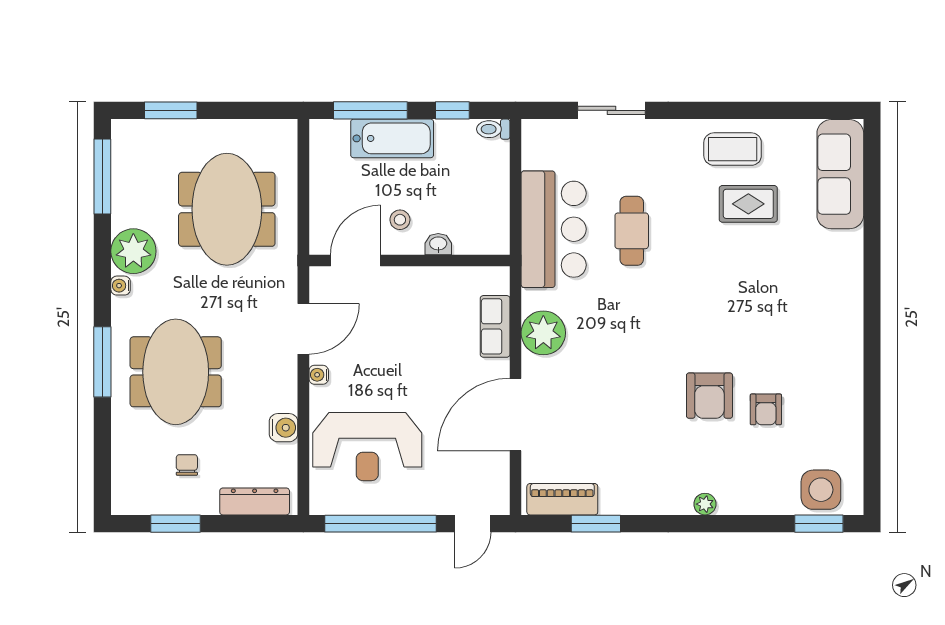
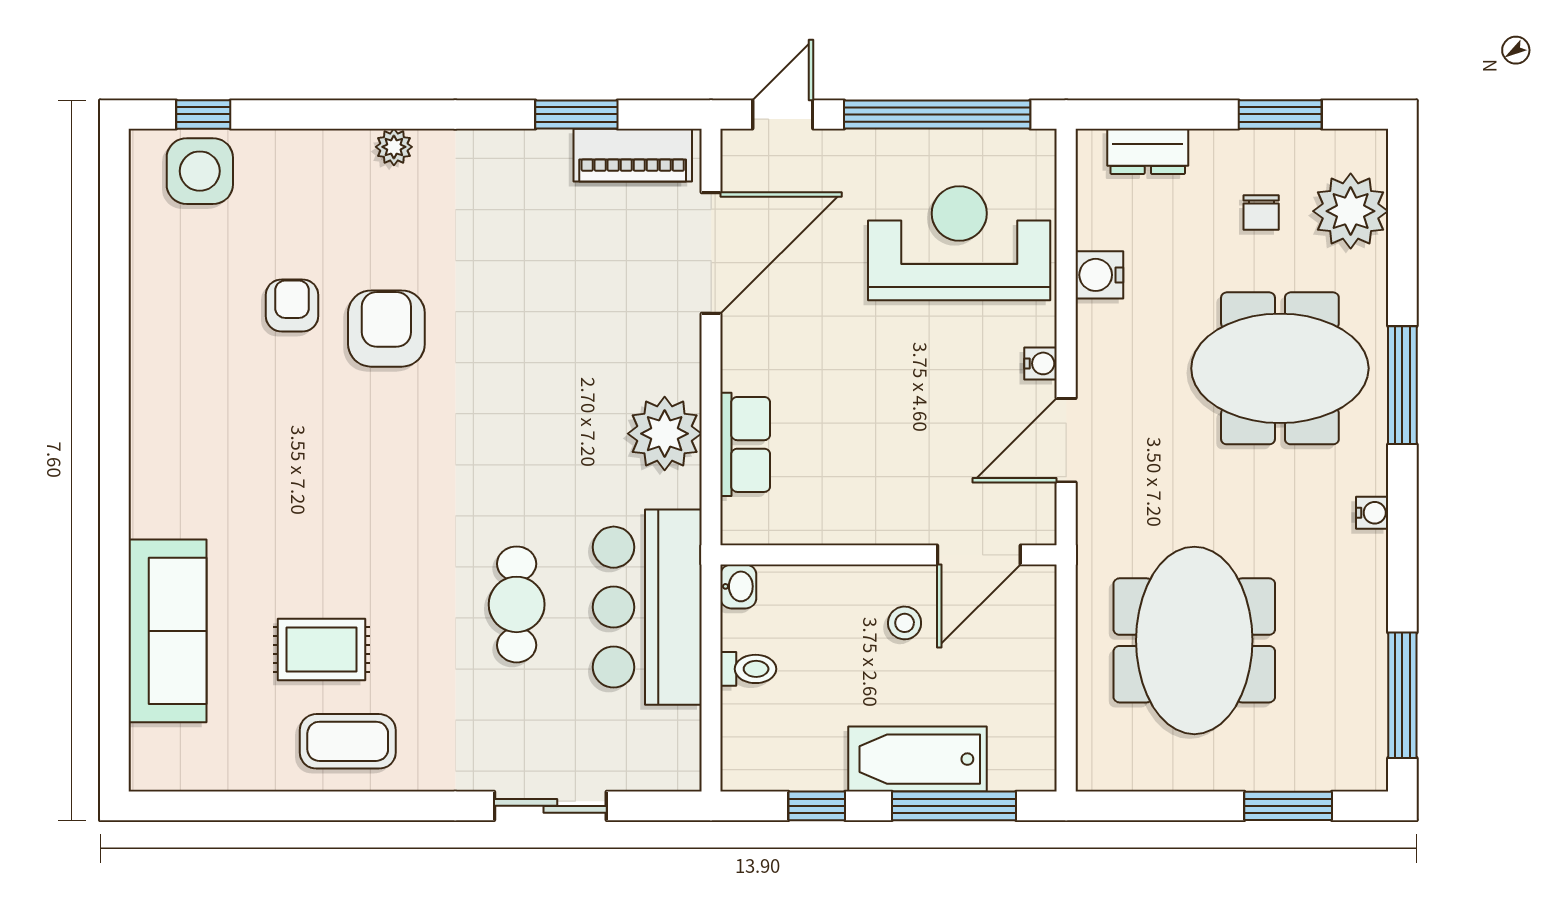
toilet: (493, 129) -> (748, 669), moved
sofa: (840, 174) -> (167, 631), moved
washbasin: (438, 244) -> (738, 586), moved, turned -90
plant: (133, 251) -> (1351, 211), moved
meeting table: (176, 372) -> (1280, 368), turned 90
door: (516, 415) -> (711, 253), moved
dresser: (255, 501) -> (1148, 151), width x0.70
window: (819, 524) -> (203, 114), width x0.67

